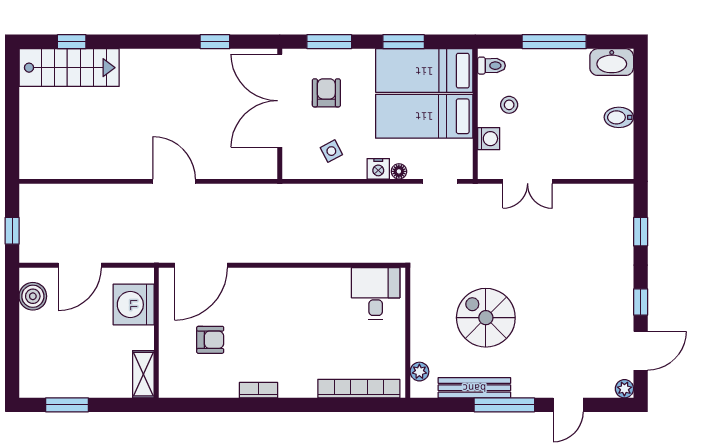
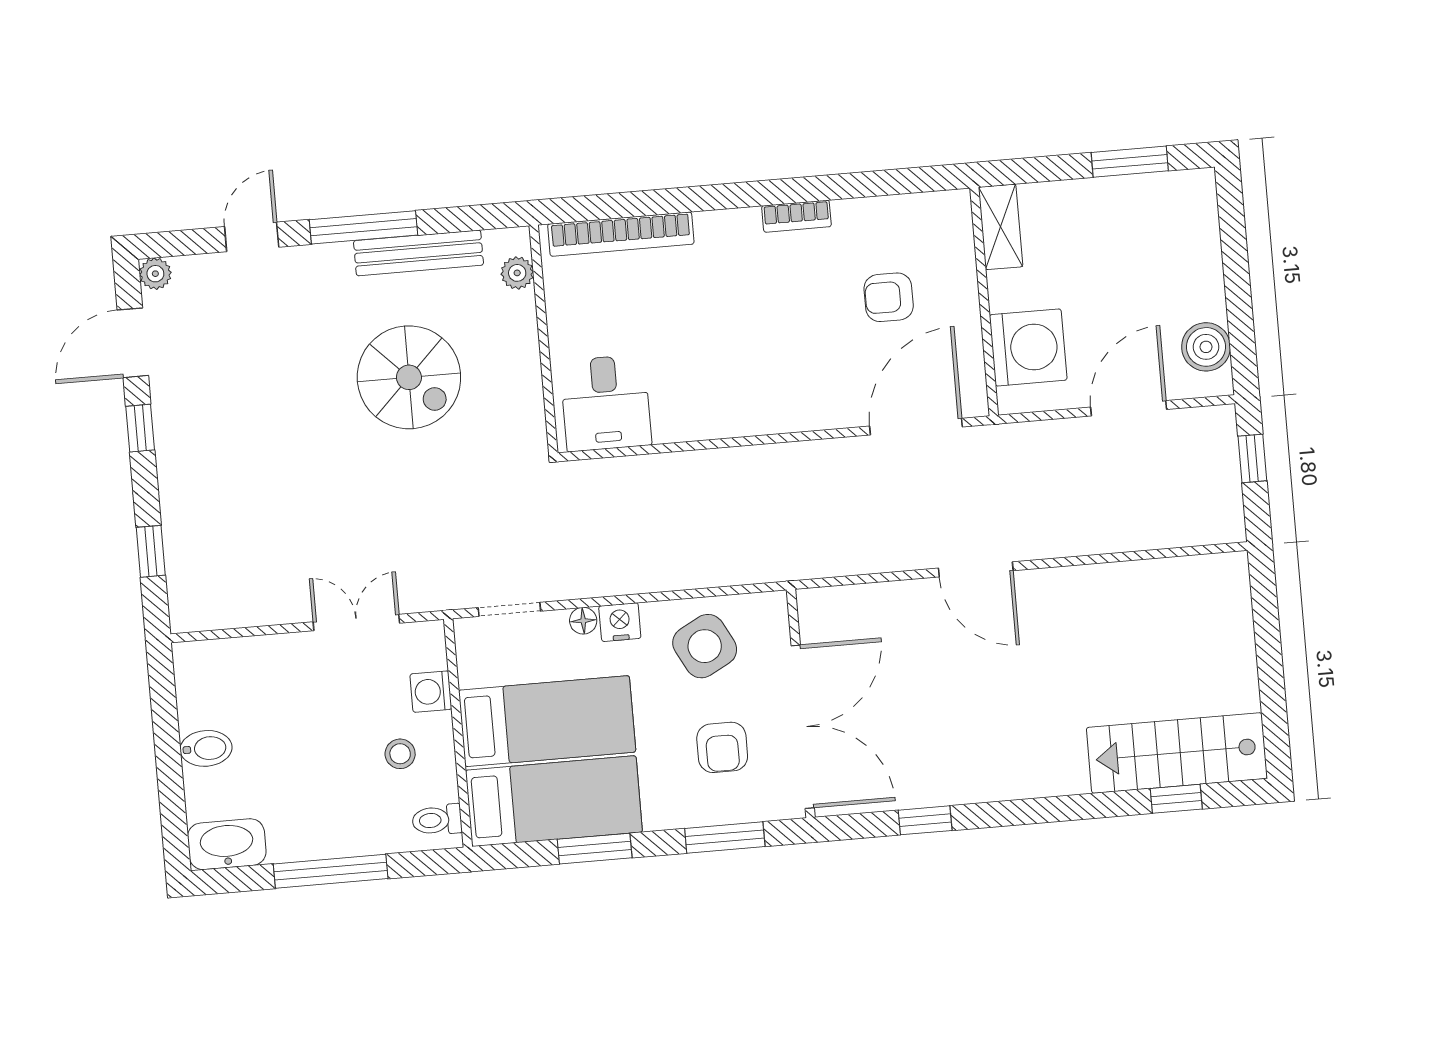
side table: (331, 151) -> (705, 646), width x1.87, depth x1.87

